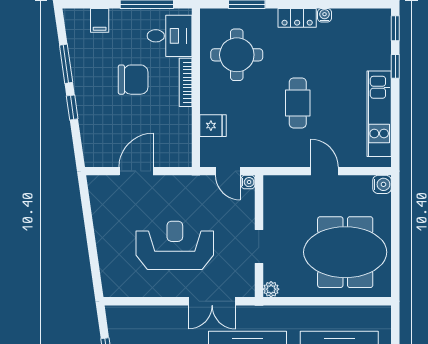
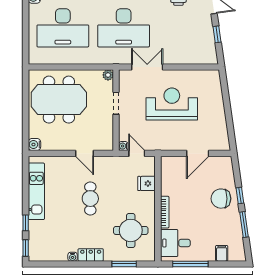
chair: (133, 80) -> (221, 199), moved
door: (324, 171) -> (85, 153), moved
reception desk: (175, 245) -> (172, 104), turned 180

